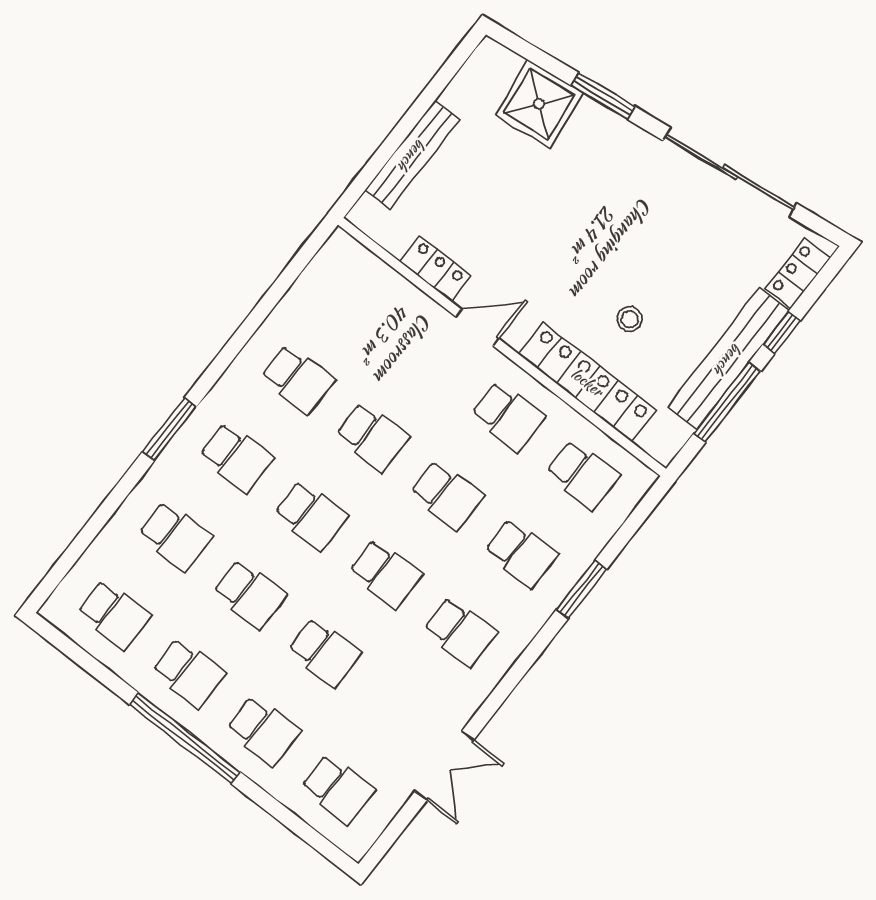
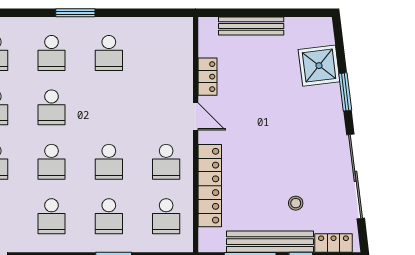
stool: (630, 319) -> (296, 203), moved
window: (169, 429) -> (75, 13), moved
school desk: (372, 437) -> (109, 107), removed

